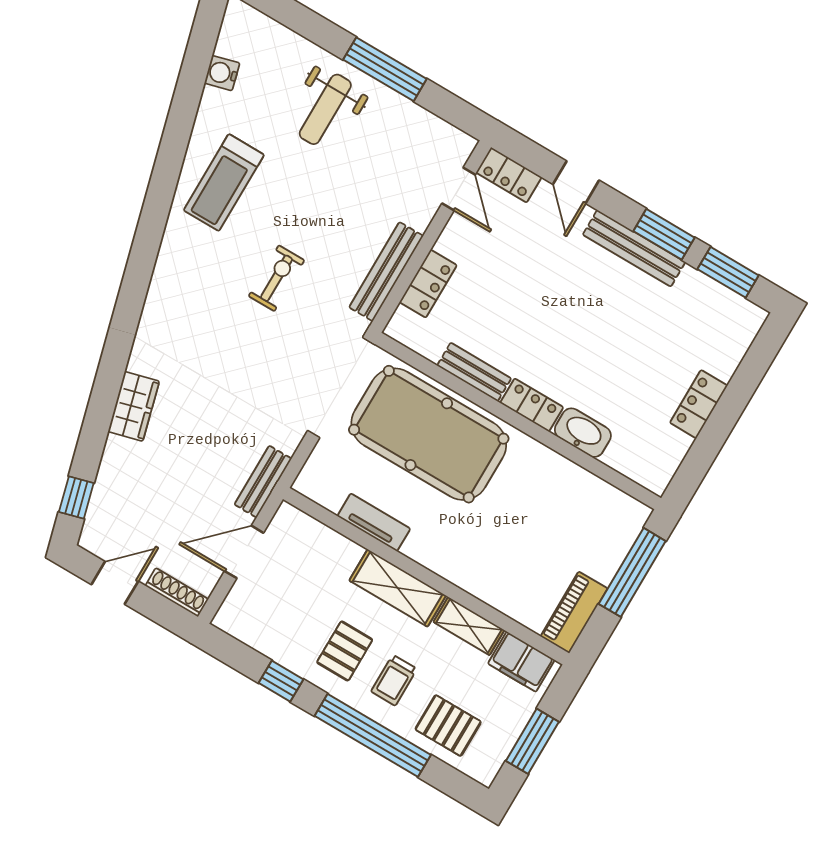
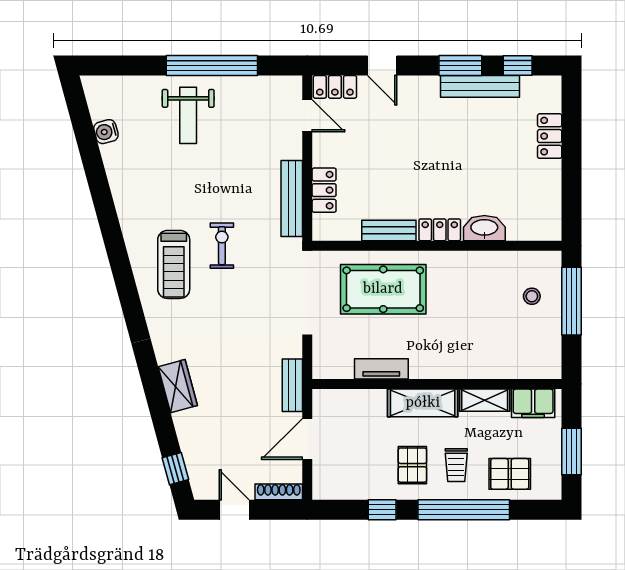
window: (385, 69) -> (212, 66), width x1.46
treadmill: (224, 183) -> (174, 264), moved
bench: (634, 248) -> (480, 86), moved
window: (728, 272) -> (518, 66), width x0.67
locker: (699, 404) -> (550, 136), moved
pool table: (429, 434) -> (383, 289), width x0.73, depth x0.76
stool: (591, 541) -> (532, 296), added
door: (115, 583) -> (234, 510), hinge flipped
piano: (574, 612) -> (549, 350), removed

